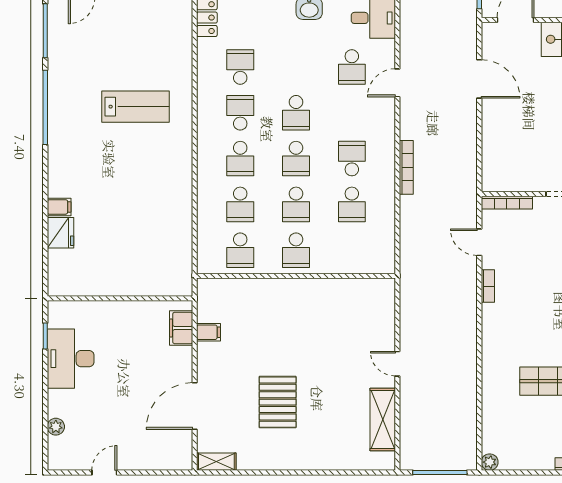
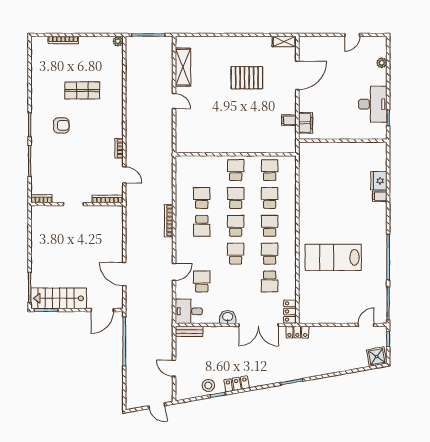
lab bench: (136, 107) -> (333, 257), width x1.36, depth x1.39
school desk: (240, 113) -> (270, 254), turned 180
pallet: (278, 402) -> (247, 78), turned 90

